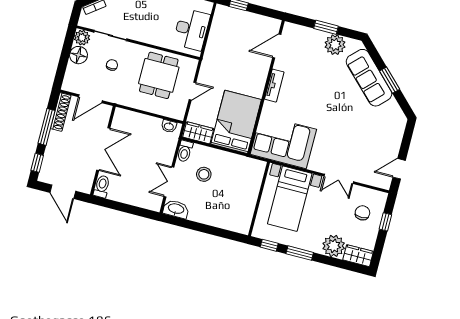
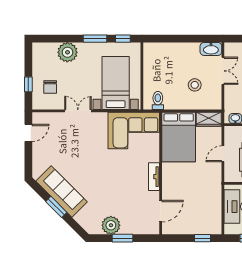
sofa: (369, 78) -> (62, 192), moved
toilet: (185, 151) -> (158, 101), moved
wardrobe: (358, 256) -> (44, 49), removed

